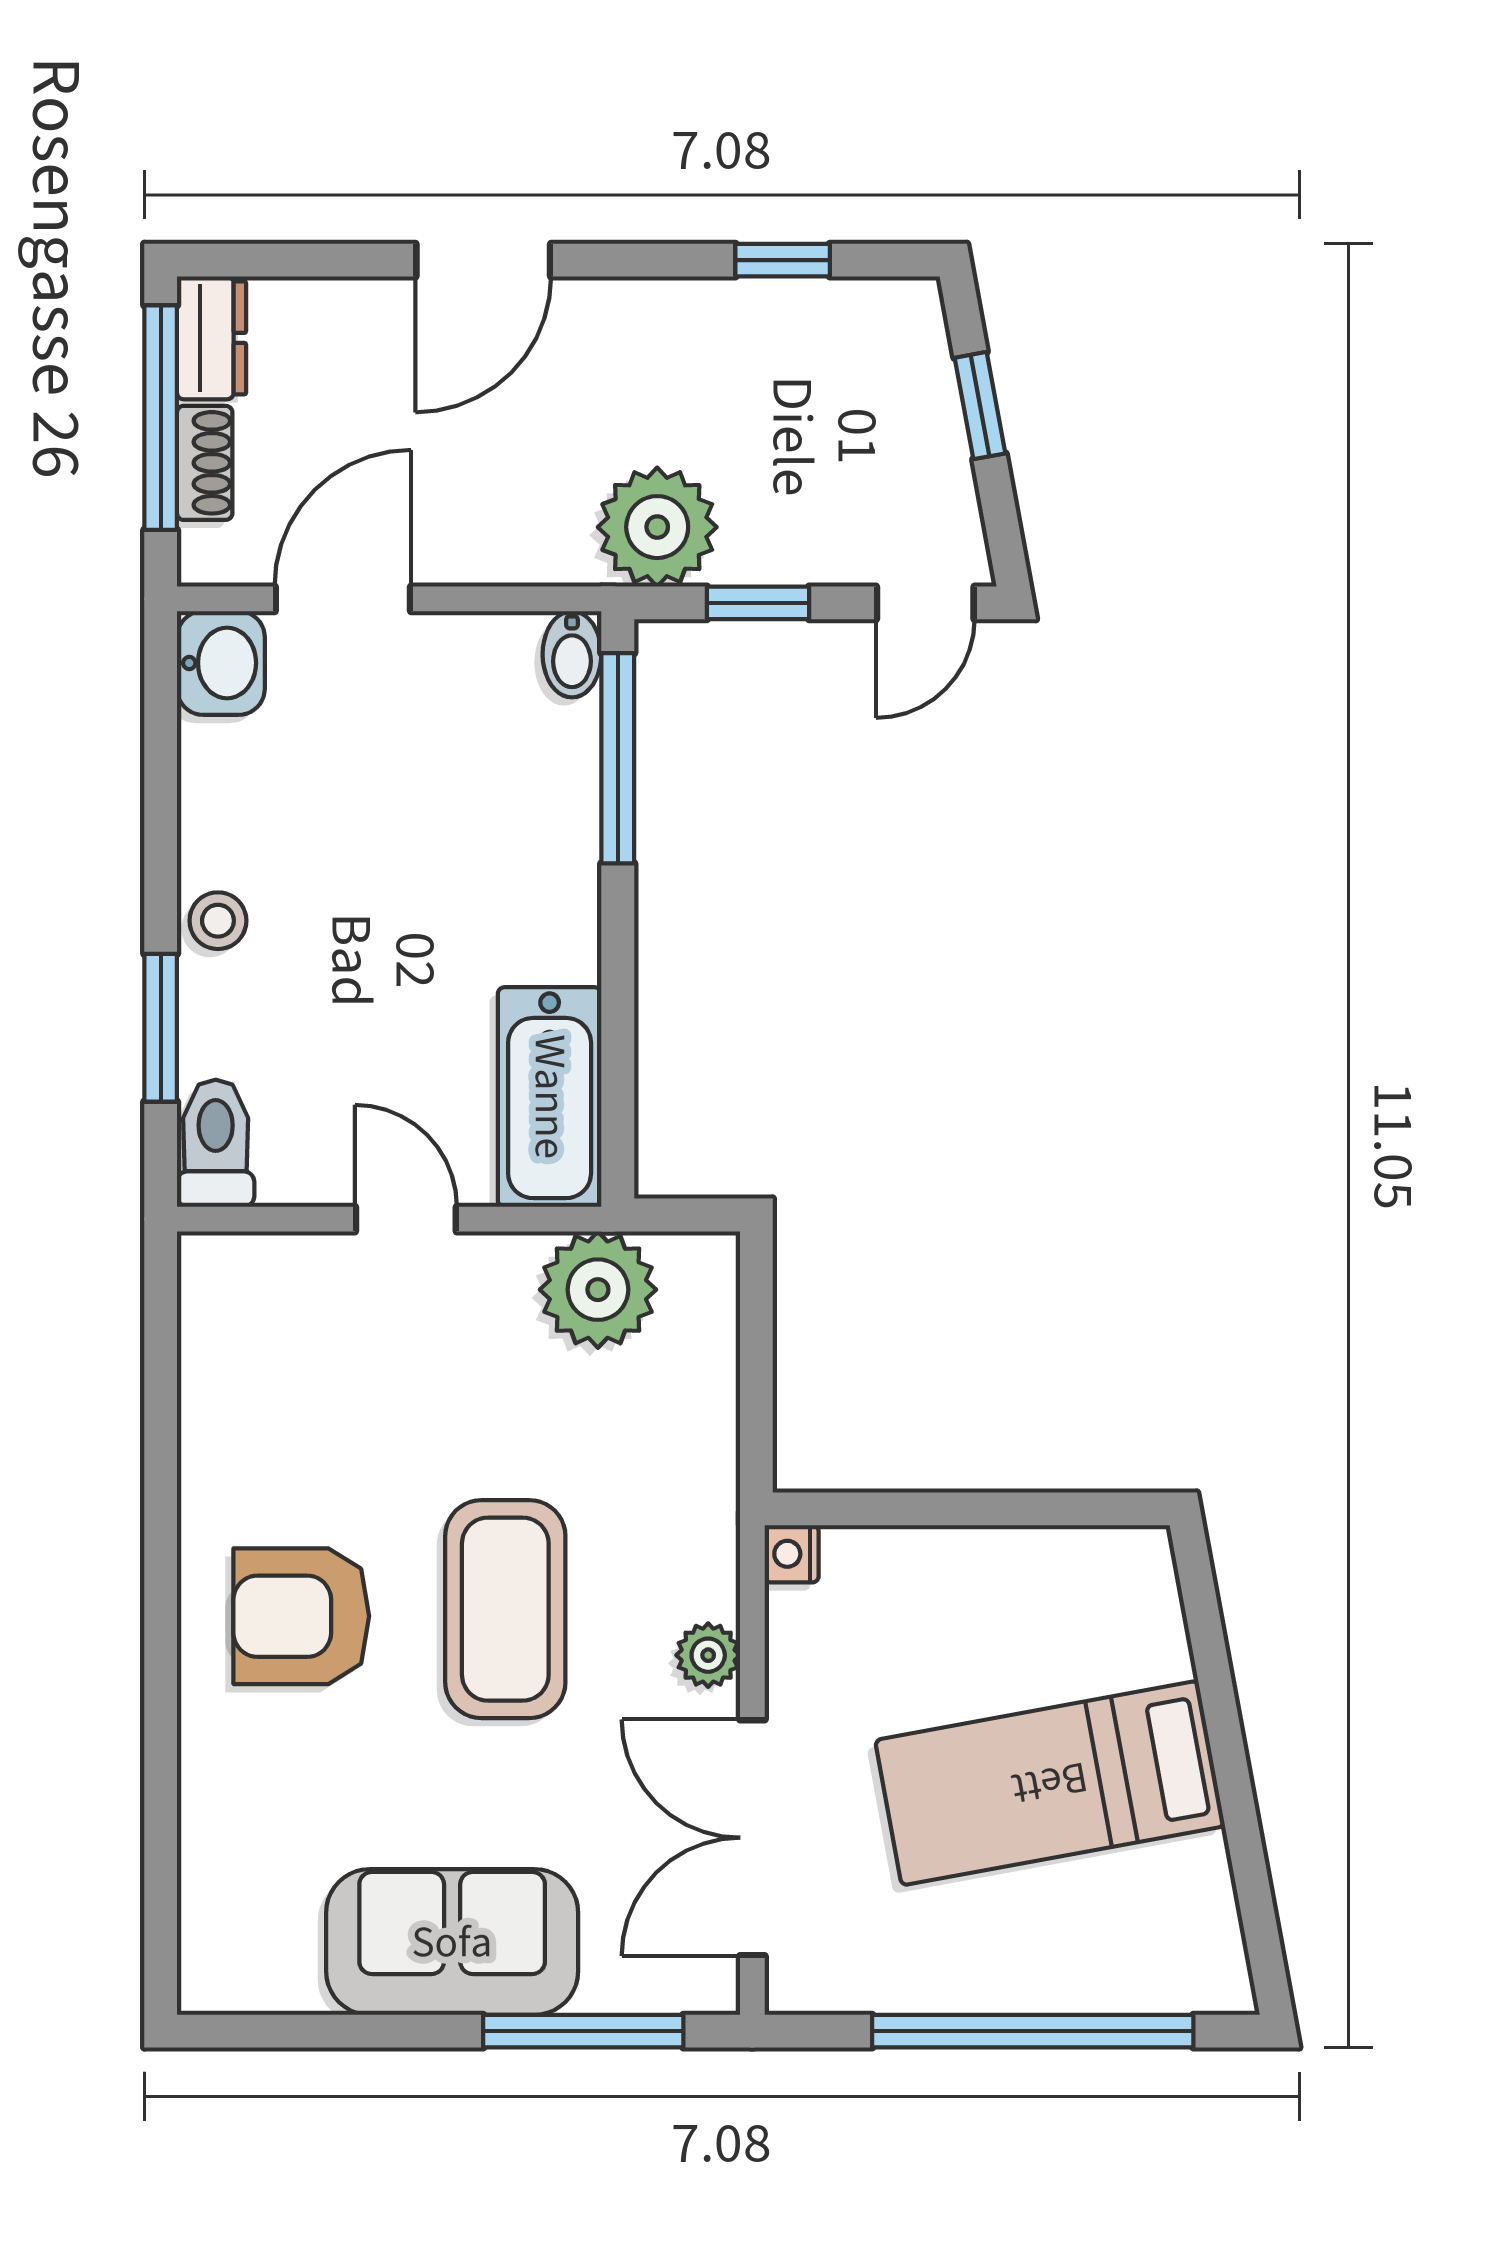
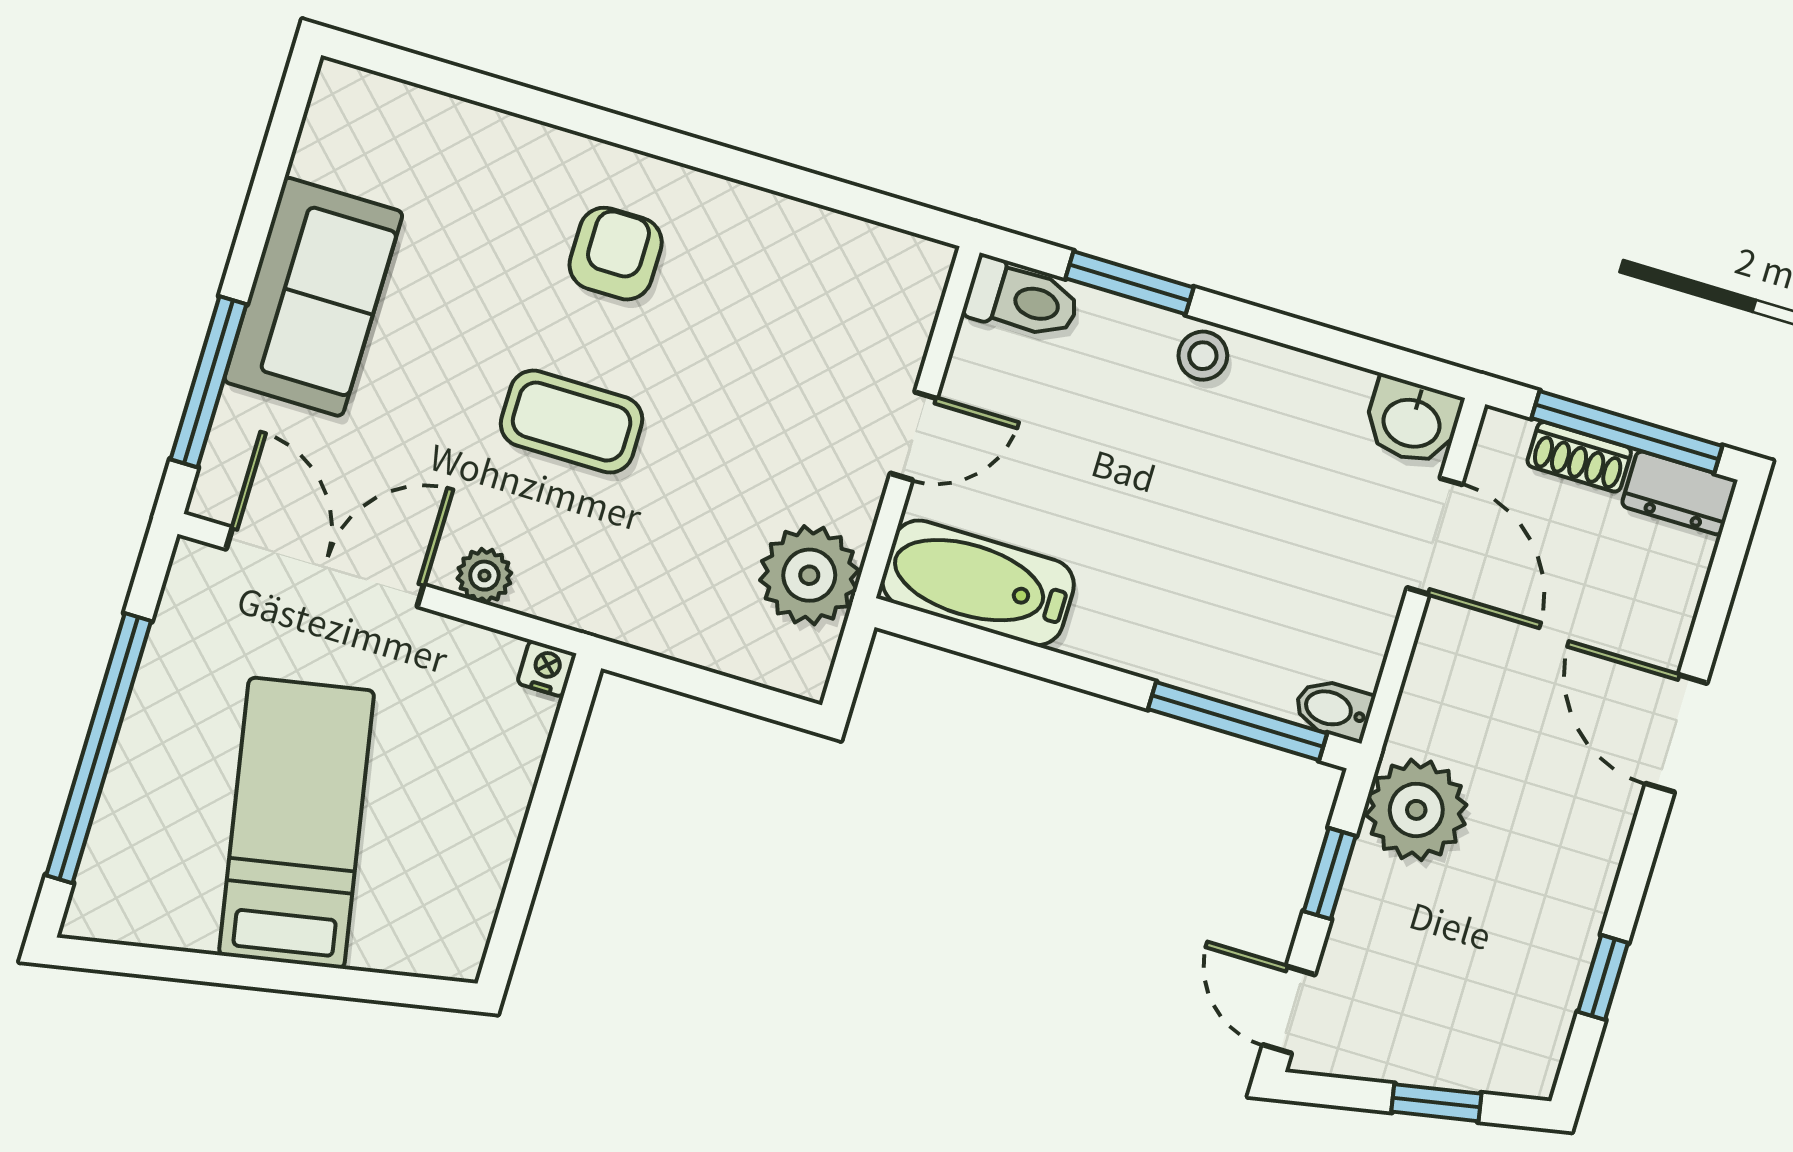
coffee table: (505, 1609) -> (572, 422), width x0.73, depth x0.76
armchair: (301, 1616) -> (616, 254), width x0.72, depth x0.72

